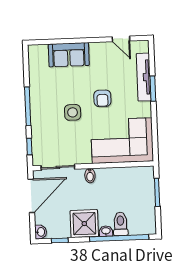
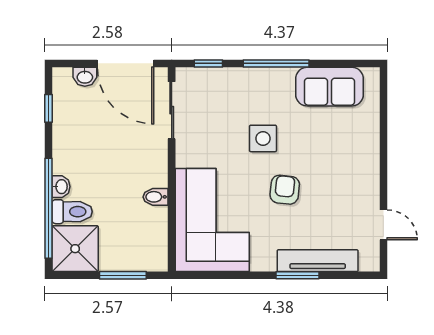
door: (121, 39) -> (383, 225), swing flipped
sofa: (69, 55) -> (329, 87), moved, turned -90
armchair: (102, 98) -> (285, 190), turned 96
bidet: (90, 176) -> (156, 197), moved
shower: (84, 224) -> (75, 249), moved
washbasin: (41, 232) -> (85, 77), moved

